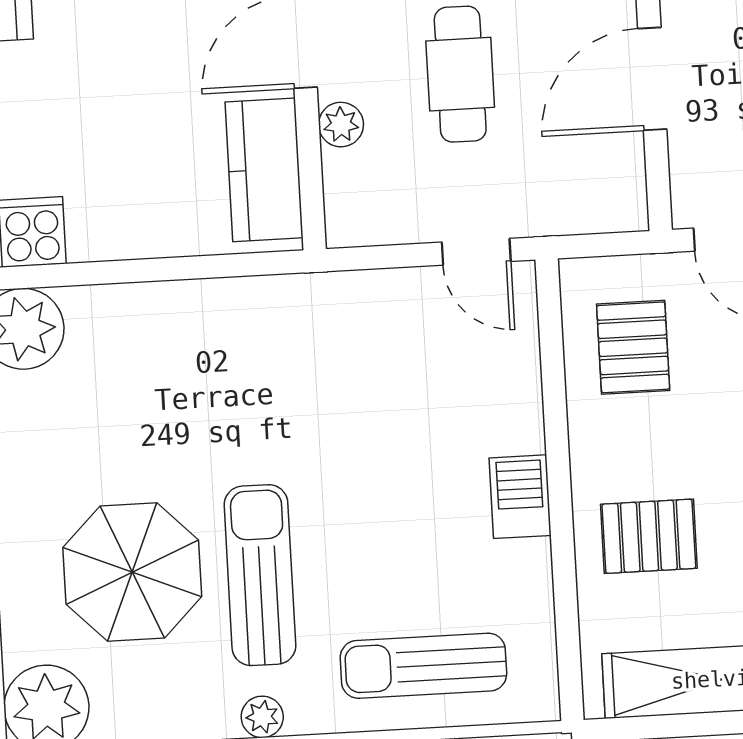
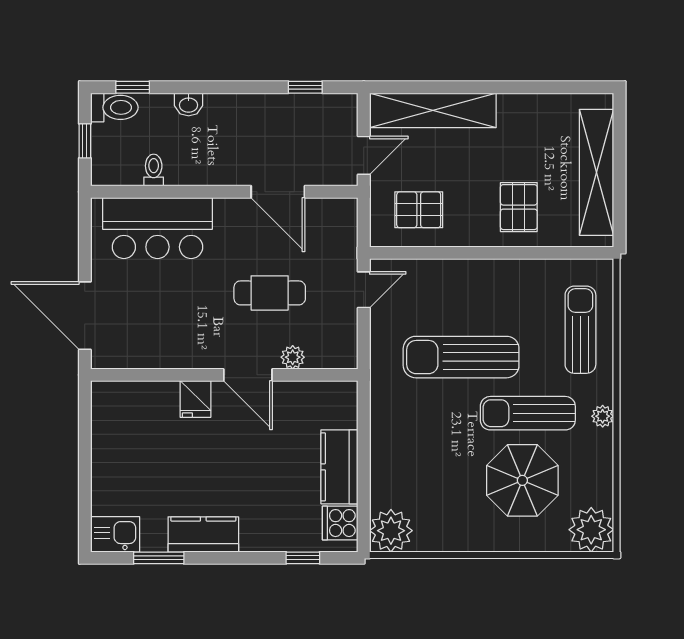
kitchen counter: (264, 170) -> (339, 467), moved, turned 90
sun lounger: (359, 443) -> (461, 357), added
barbecue: (520, 497) -> (494, 274), removed
sun lounger: (423, 666) -> (580, 330), turned 180

